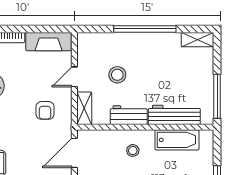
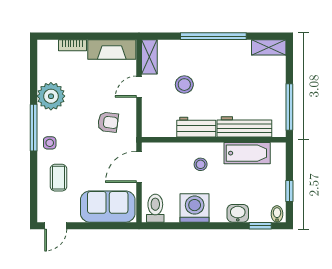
shelving: (84, 108) -> (149, 57), moved
armchair: (45, 110) -> (108, 122), turned -83

